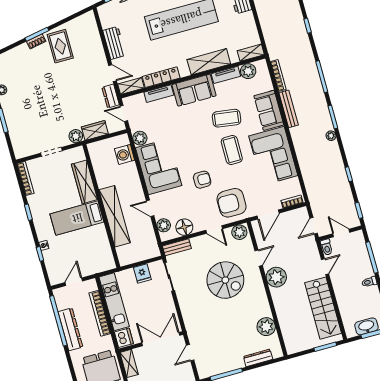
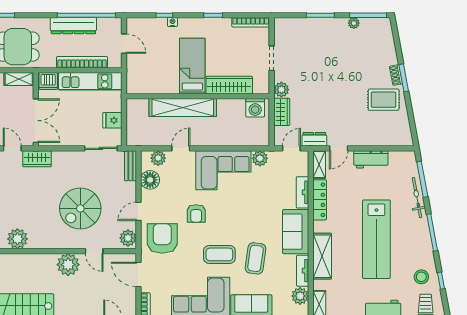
washing machine: (125, 154) -> (255, 108), moved, turned 180
wardrobe: (193, 329) -> (37, 159), added

